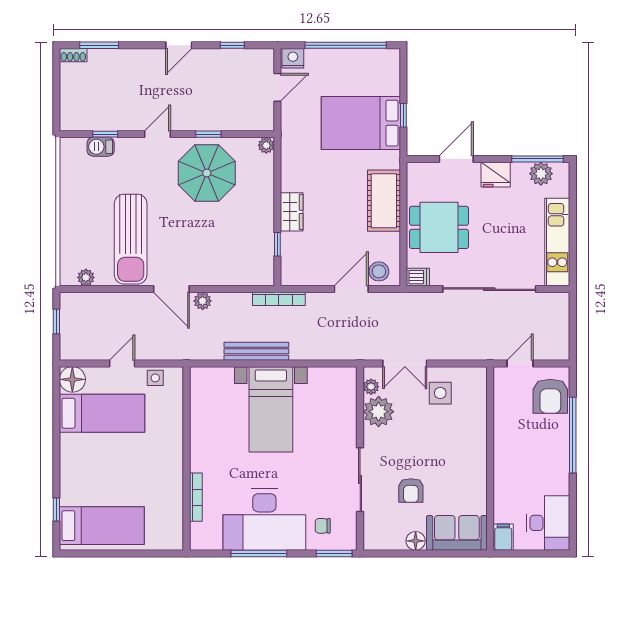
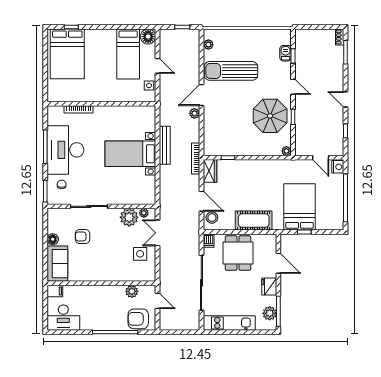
wardrobe: (292, 212) -> (210, 171), moved, turned -90
plant: (504, 407) -> (132, 291), added
bed: (102, 526) -> (67, 54), width x1.50

